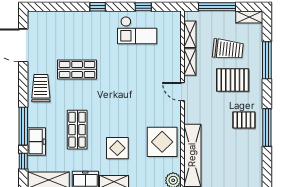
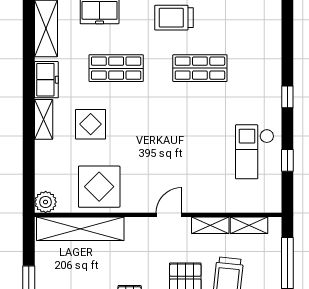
shop shelf: (77, 69) -> (200, 68), turned 90
trolley: (41, 88) -> (174, 18), turned 180

